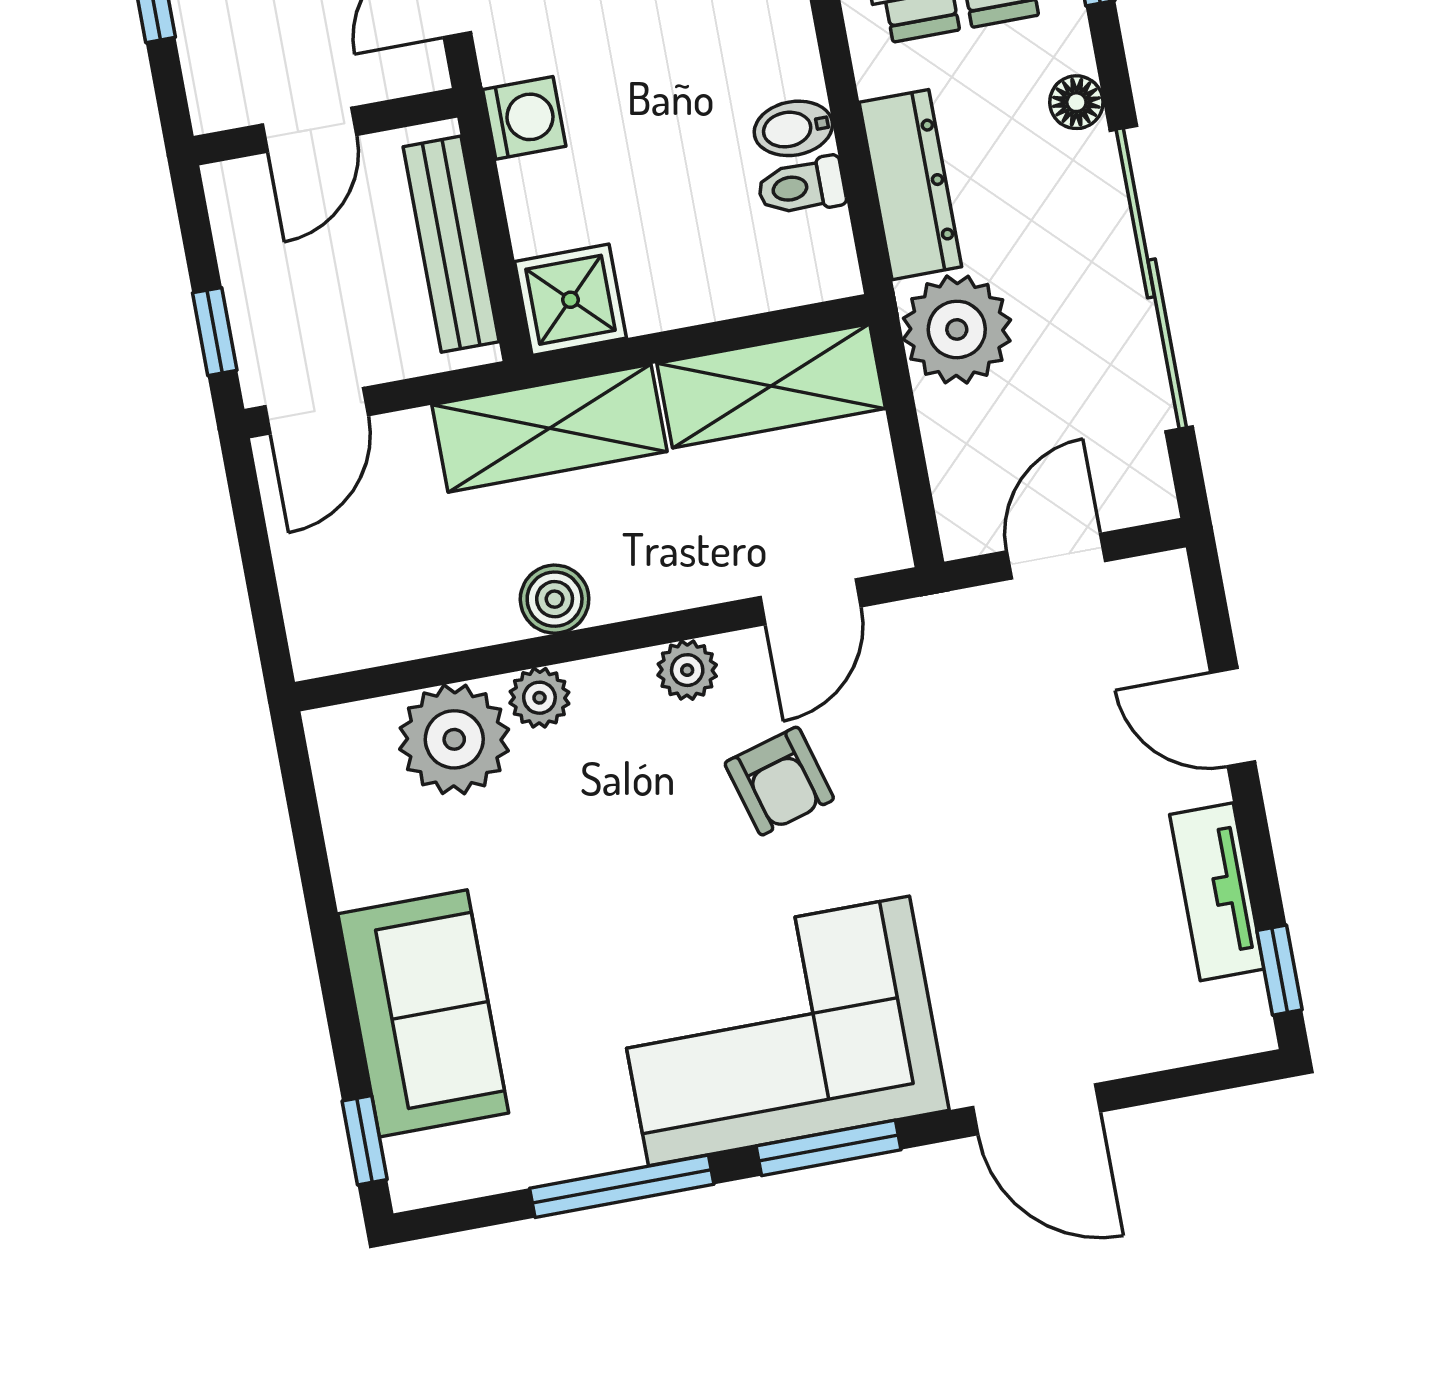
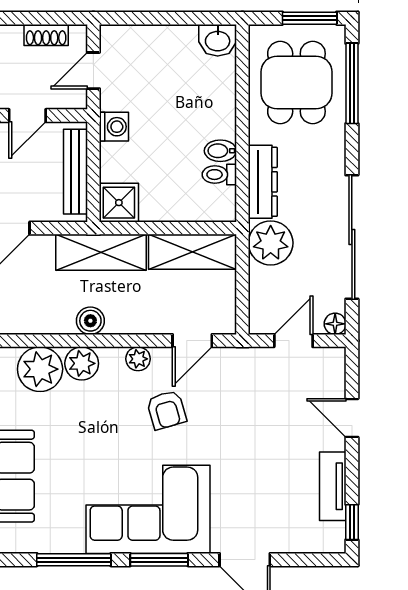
floor lamp: (1076, 102) -> (335, 324), moved
plant: (539, 698) -> (82, 363), width x1.38, depth x1.38

